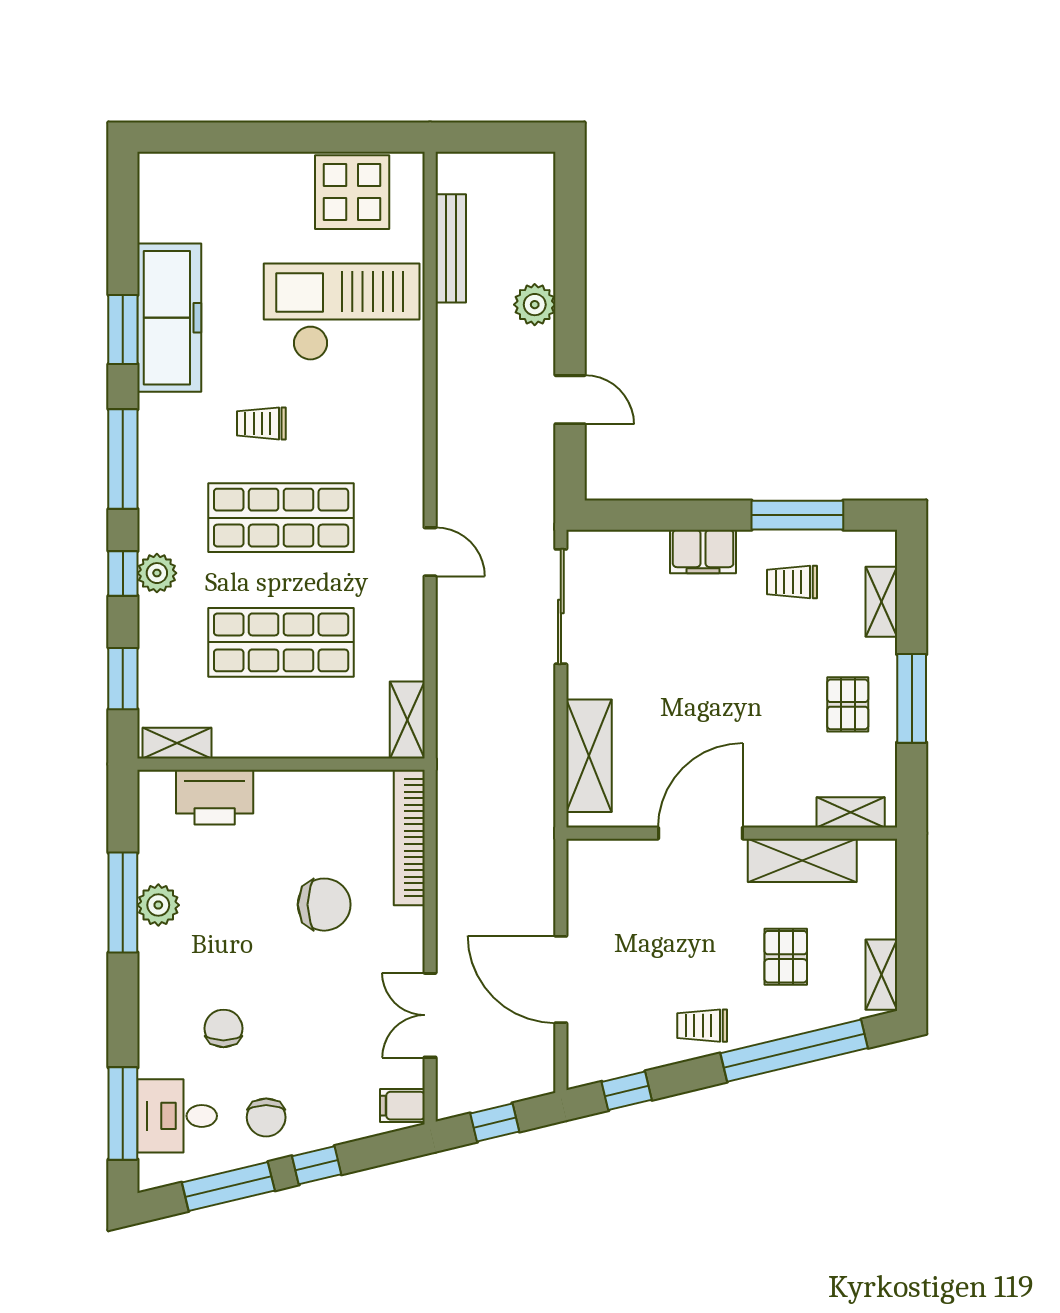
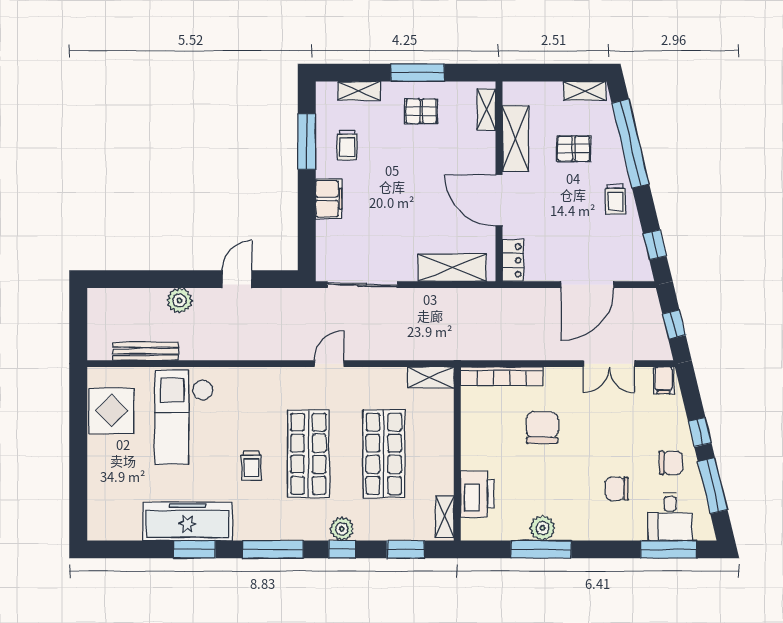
locker: (601, 856) -> (513, 260), added

